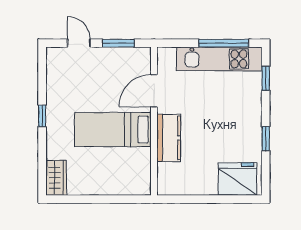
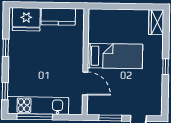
door: (154, 91) -> (85, 83), hinge flipped
kitchen counter: (169, 138) -> (58, 17), moved, turned -90

